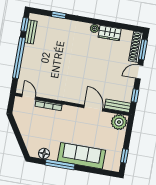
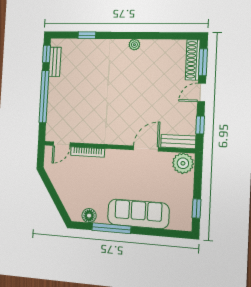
wardrobe: (110, 33) -> (155, 47), removed
door: (29, 97) -> (62, 144), swing flipped
door: (93, 108) -> (146, 149), hinge flipped

